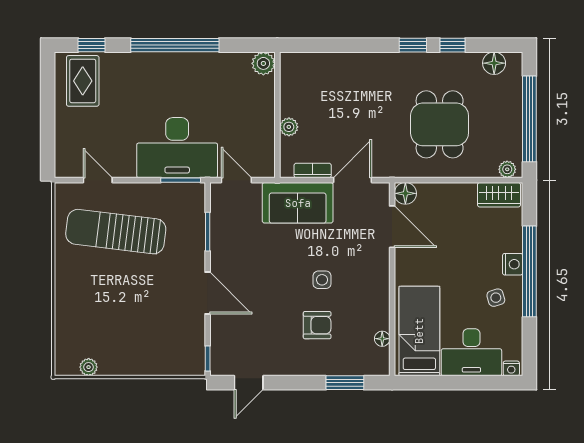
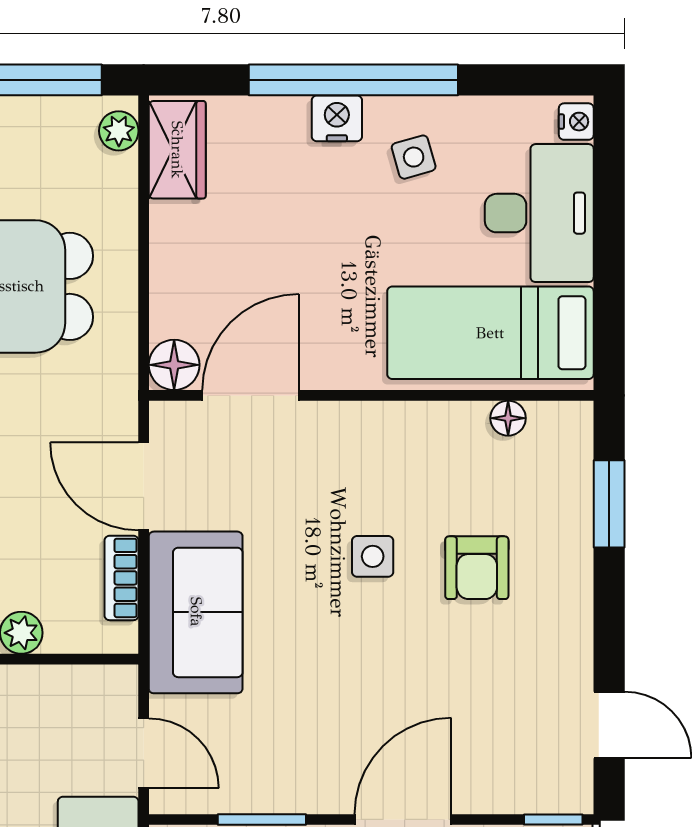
door: (236, 180) -> (144, 753), swing flipped
armchair: (317, 325) -> (477, 568), turned 180

